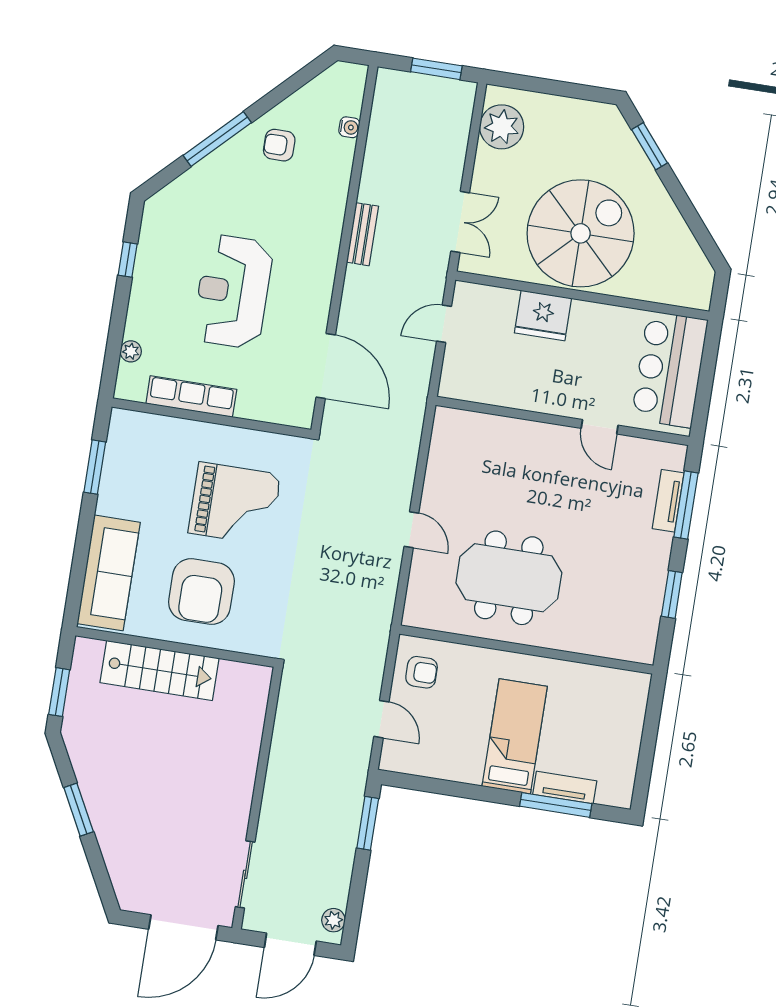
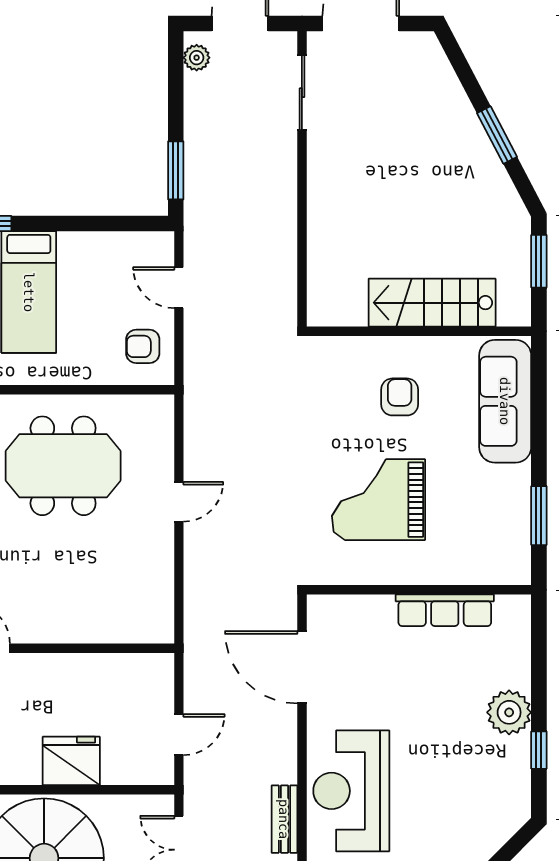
reception desk: (233, 291) -> (351, 791), moved, turned 180
plant: (131, 351) -> (509, 712), moved, width x1.87, depth x1.87
door: (411, 530) -> (179, 502), swing flipped
armchair: (201, 592) -> (400, 397), width x0.53, depth x0.53

